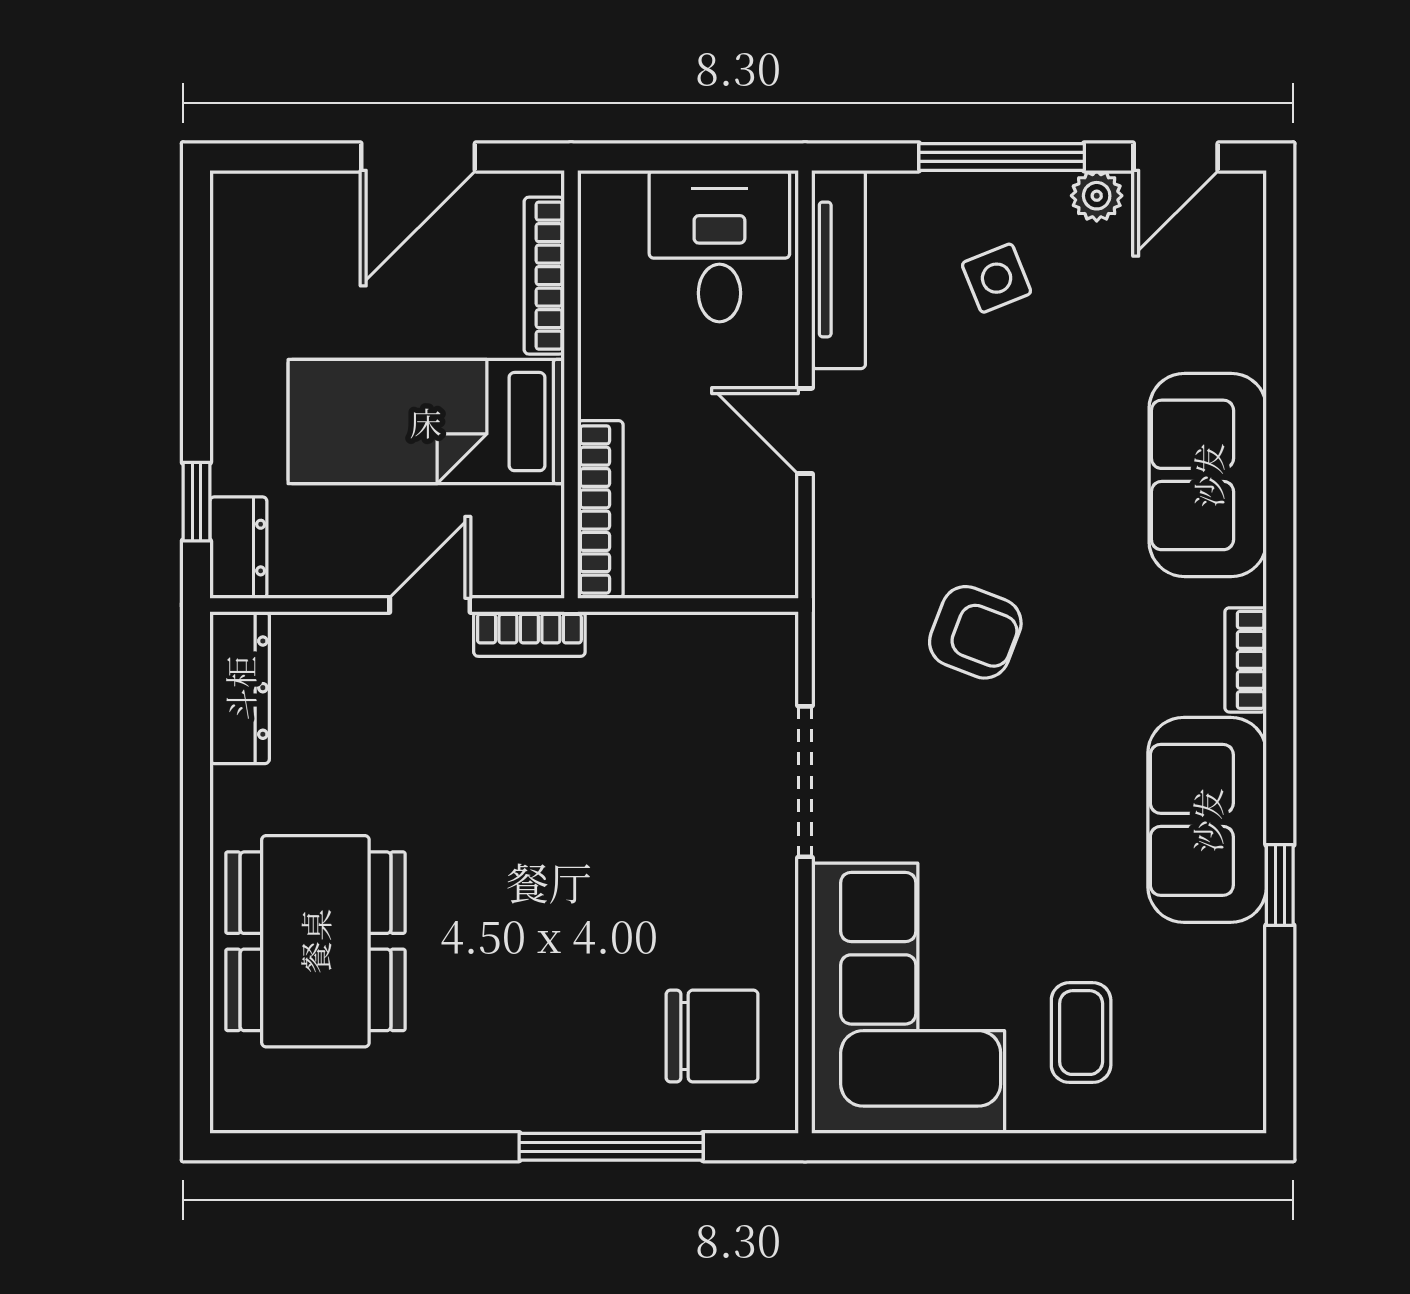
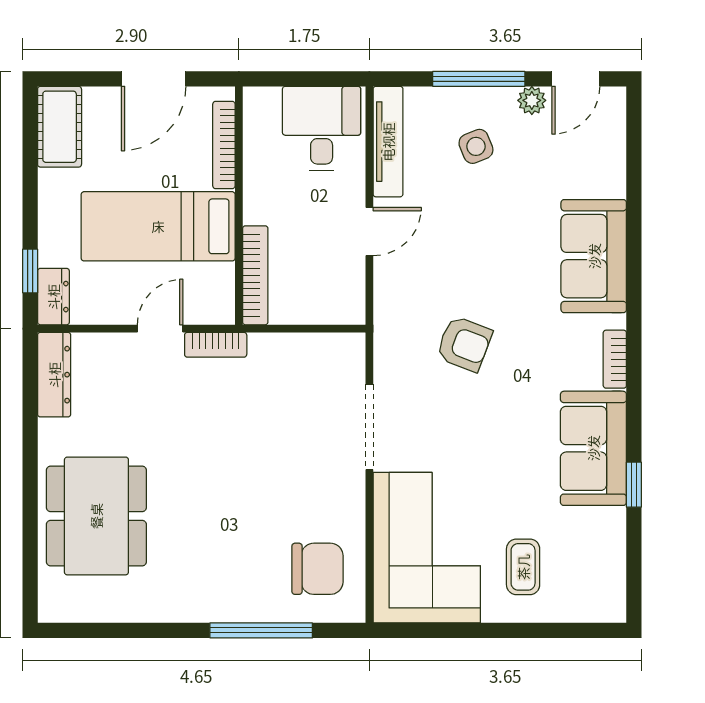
cot: (249, 243) -> (60, 127), added
door: (805, 431) -> (369, 232), swing flipped

